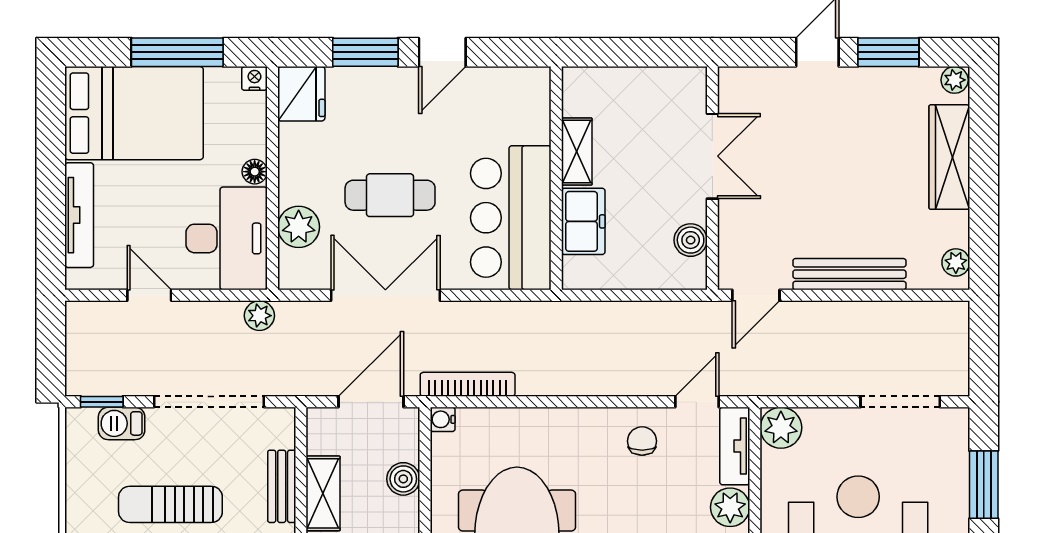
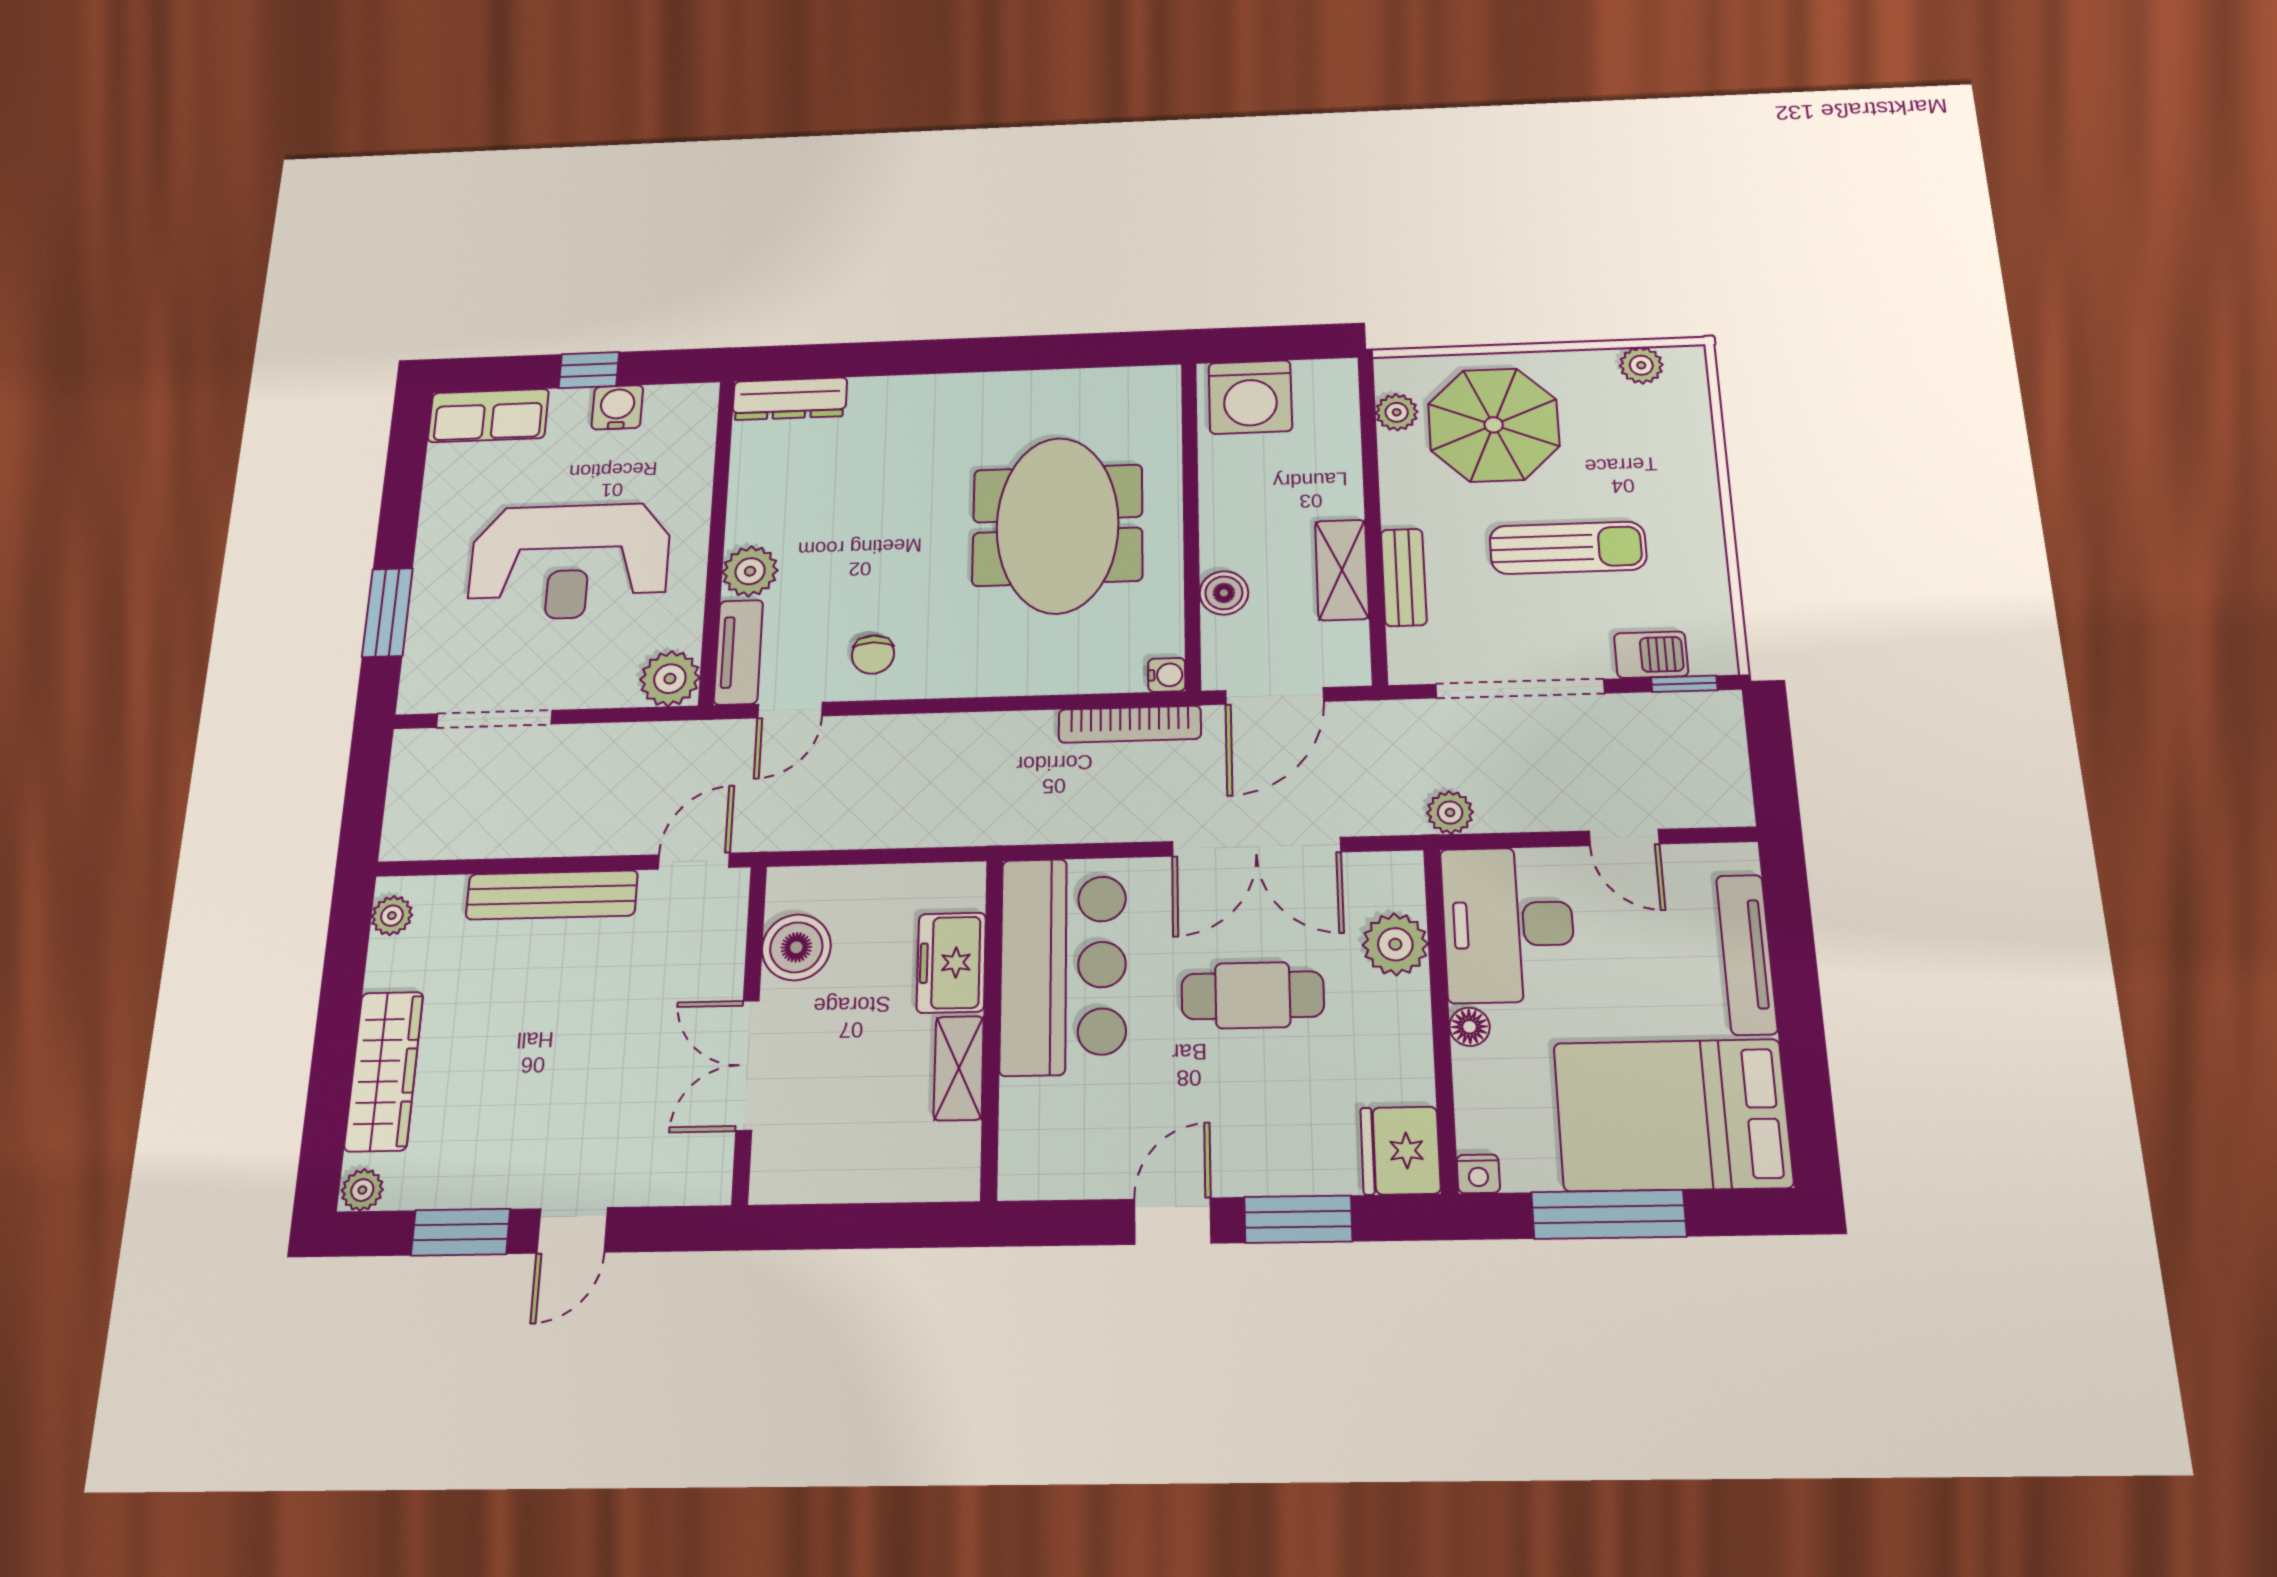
boiler: (691, 240) -> (796, 947), width x1.36, depth x1.36

